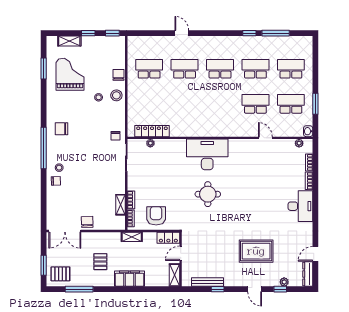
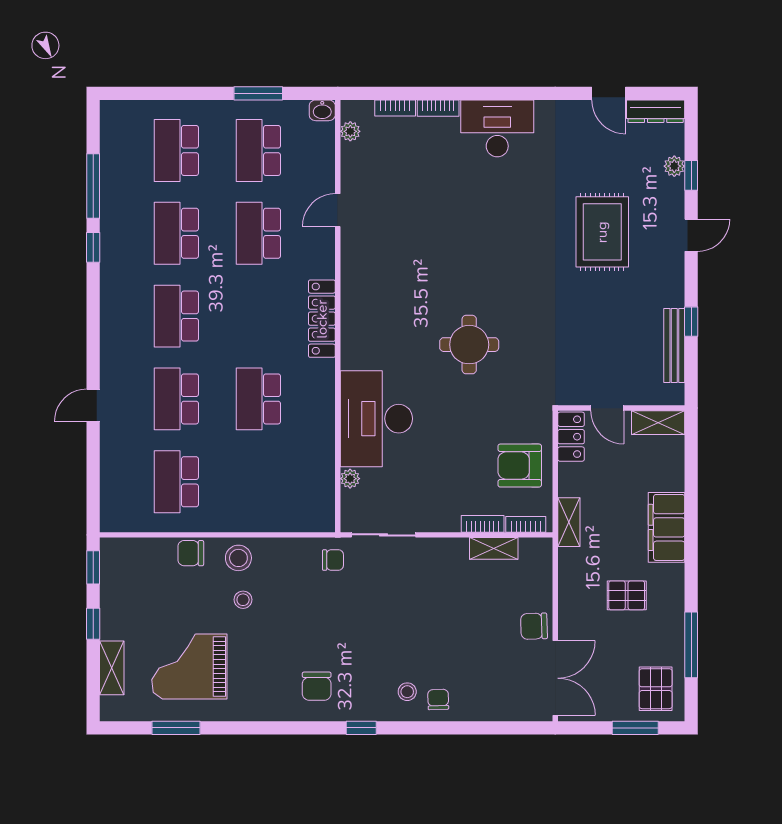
school desk: (185, 104) -> (258, 399), added
locker: (152, 131) -> (322, 319), moved
window: (44, 148) -> (361, 728), width x0.32
desk: (207, 154) -> (376, 419), moved

